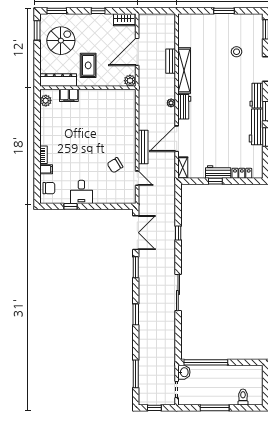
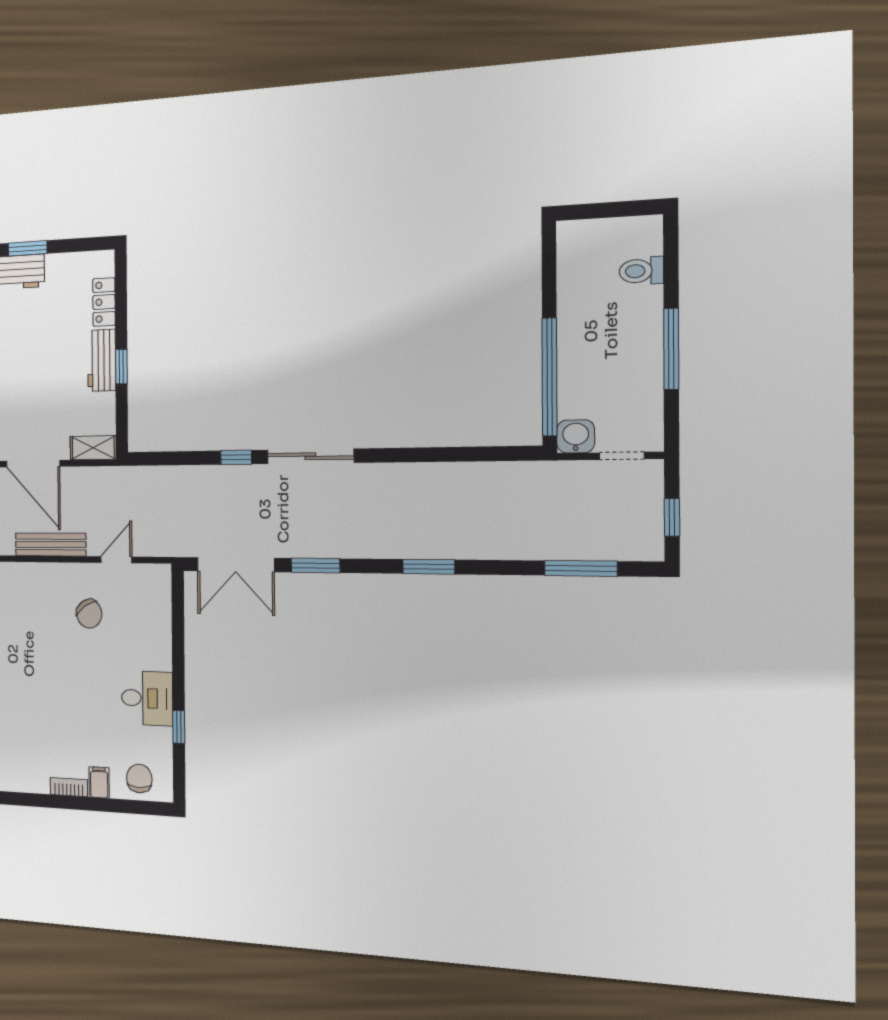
double door: (136, 233) -> (236, 565), swing flipped
sliding door: (178, 292) -> (310, 456), moved

